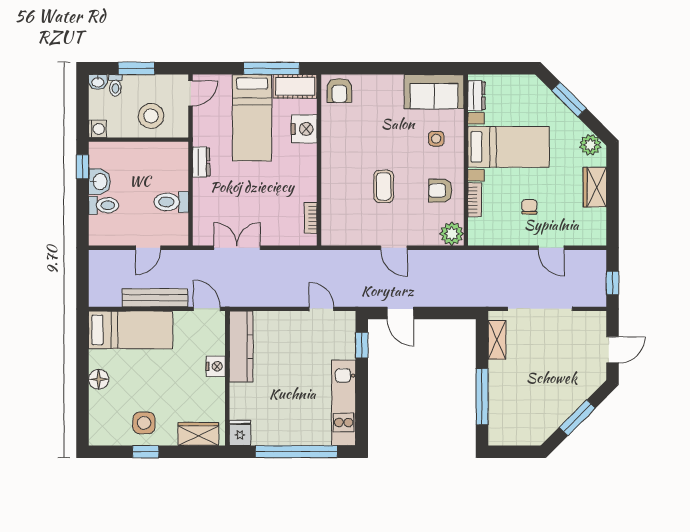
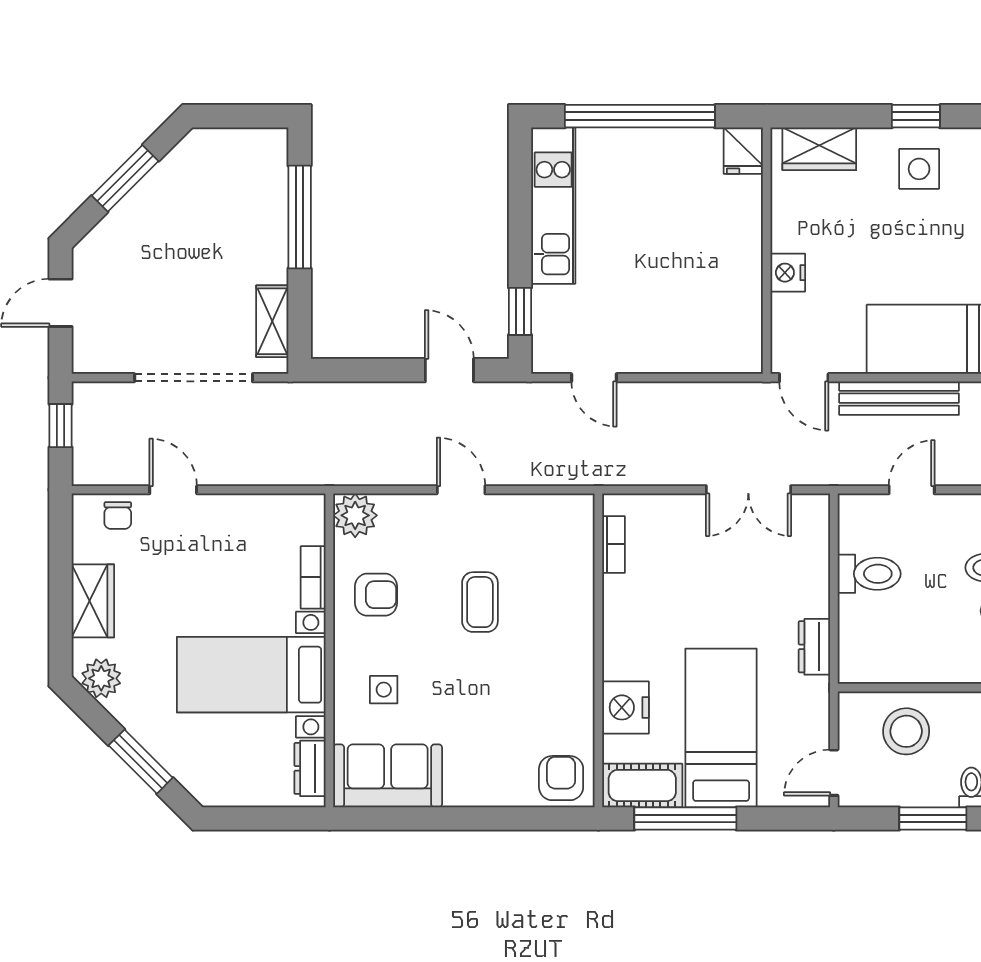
chair: (529, 207) -> (118, 516), moved
kitchen counter: (241, 346) -> (741, 309), removed

